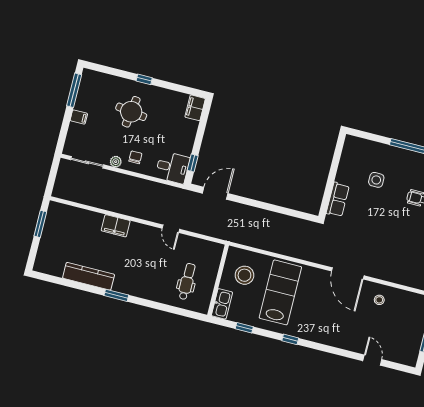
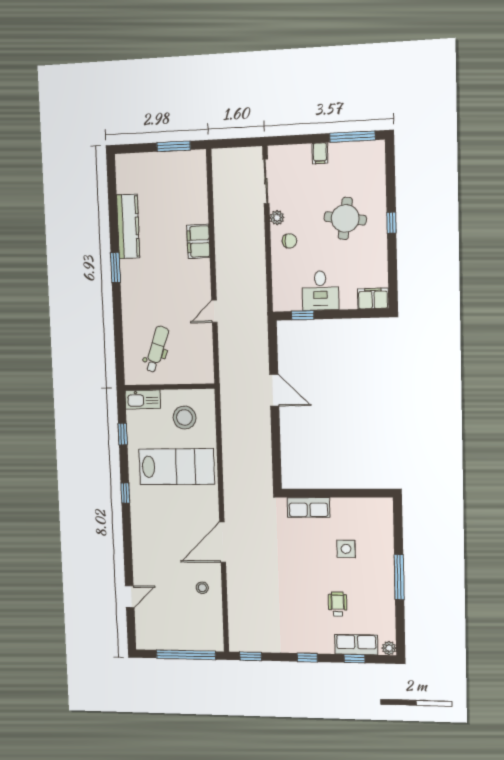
desk: (173, 167) -> (320, 291), moved
door: (215, 193) -> (274, 390), moved
dental chair: (187, 281) -> (157, 349), turned -71

